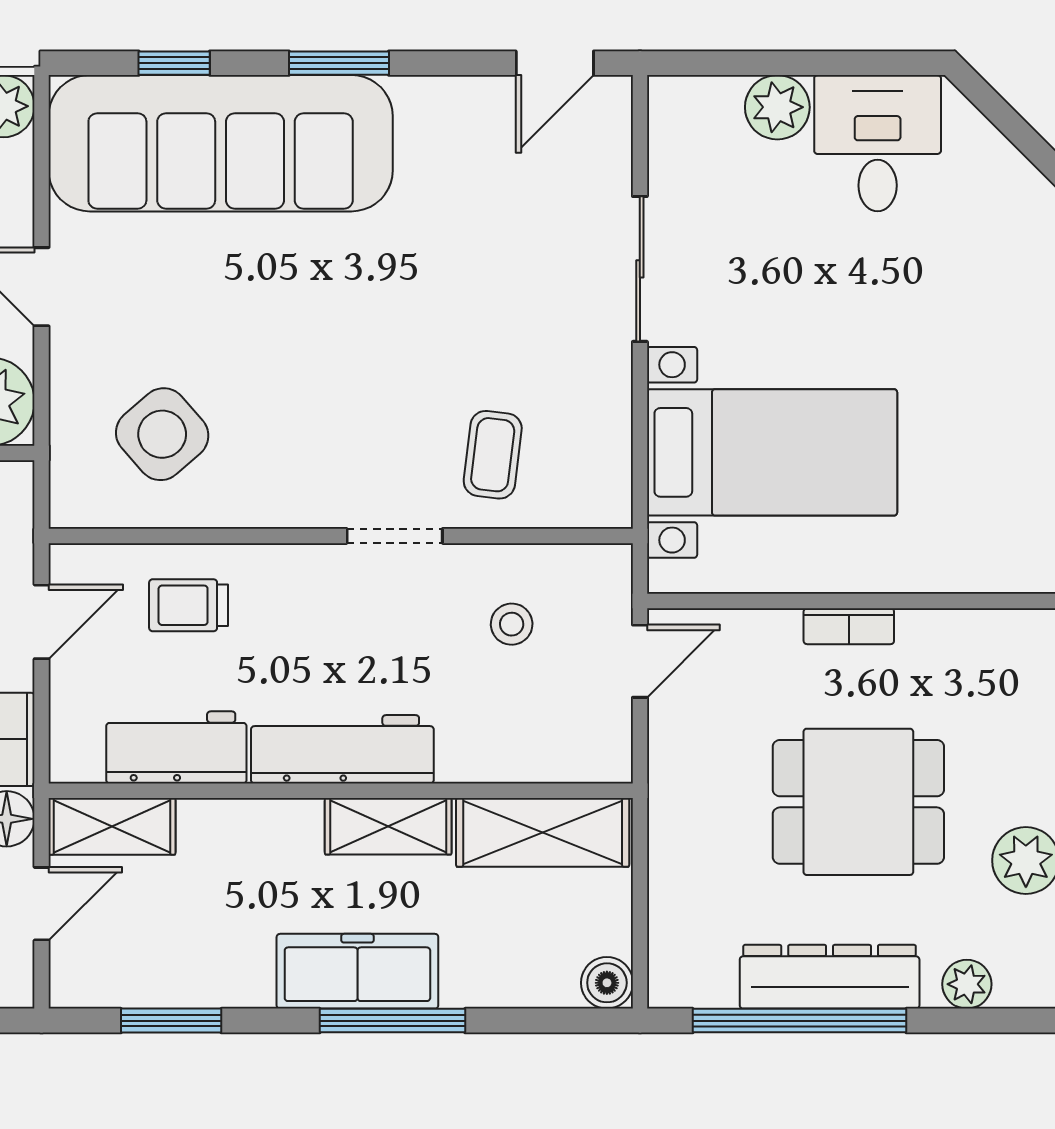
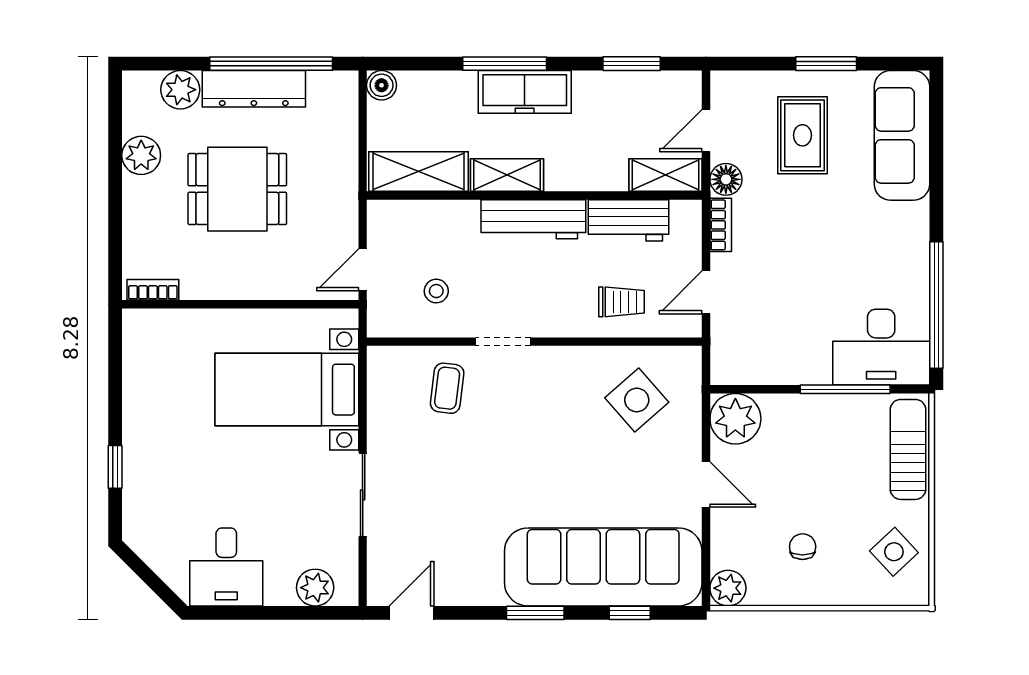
plant: (777, 107) -> (315, 588), moved
bookcase: (849, 626) -> (153, 290), moved
plant: (967, 984) -> (180, 90), width x1.38, depth x1.38

